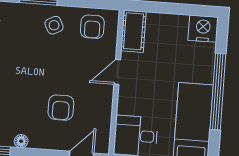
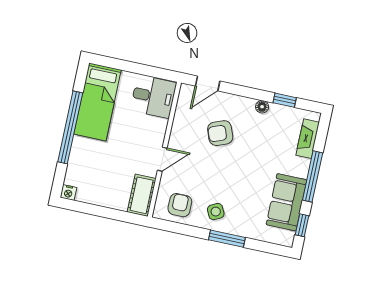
nightstand: (203, 29) -> (68, 193), width x0.53, depth x0.56
armchair: (61, 108) -> (220, 133), turned -111

